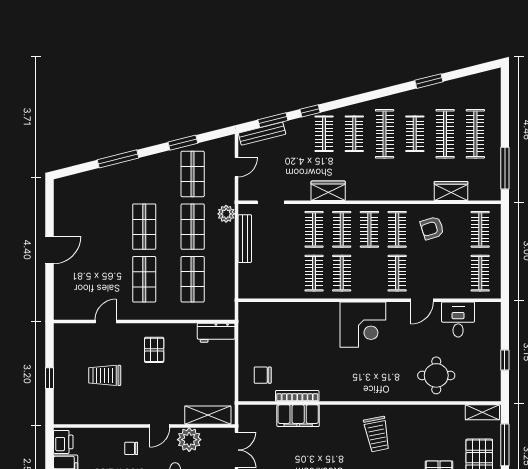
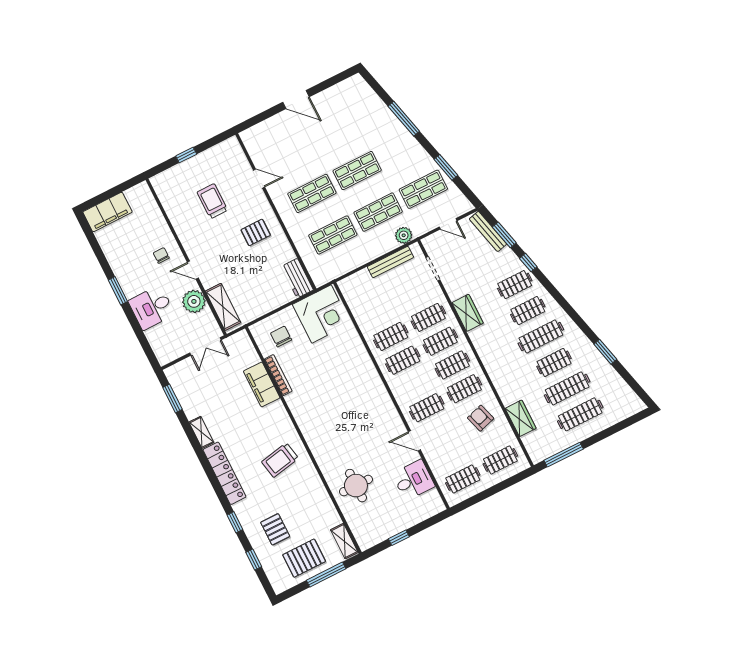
corner desk: (363, 325) -> (322, 314), moved, turned -90
printer: (63, 442) -> (137, 194), removed

